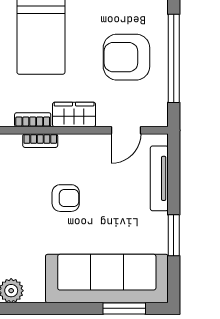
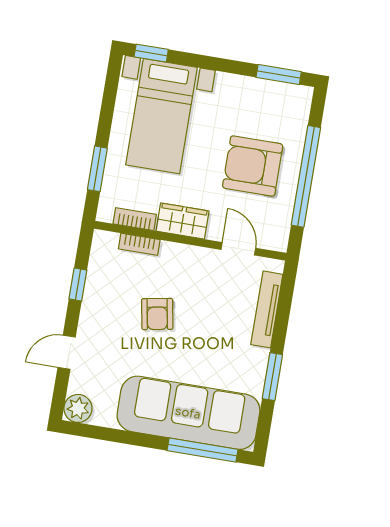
door: (126, 130) -> (238, 249), swing flipped
armchair: (66, 198) -> (157, 314), turned 80
window: (124, 308) -> (203, 450), width x1.44

